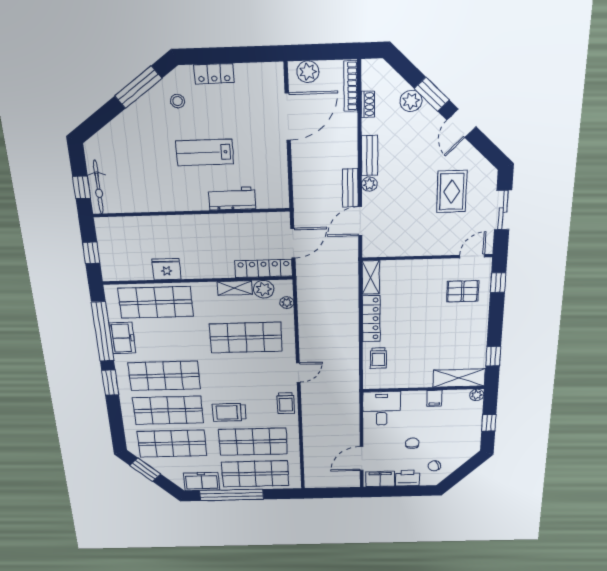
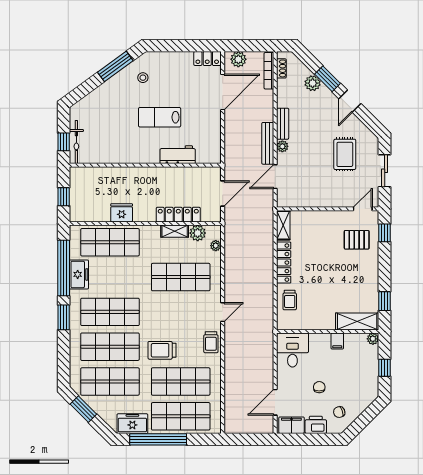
locker: (214, 74) -> (207, 59), moved
shoe rack: (368, 104) -> (281, 68), moved
bench: (350, 188) -> (268, 143), width x1.36
locker: (264, 268) -> (178, 215), moved

